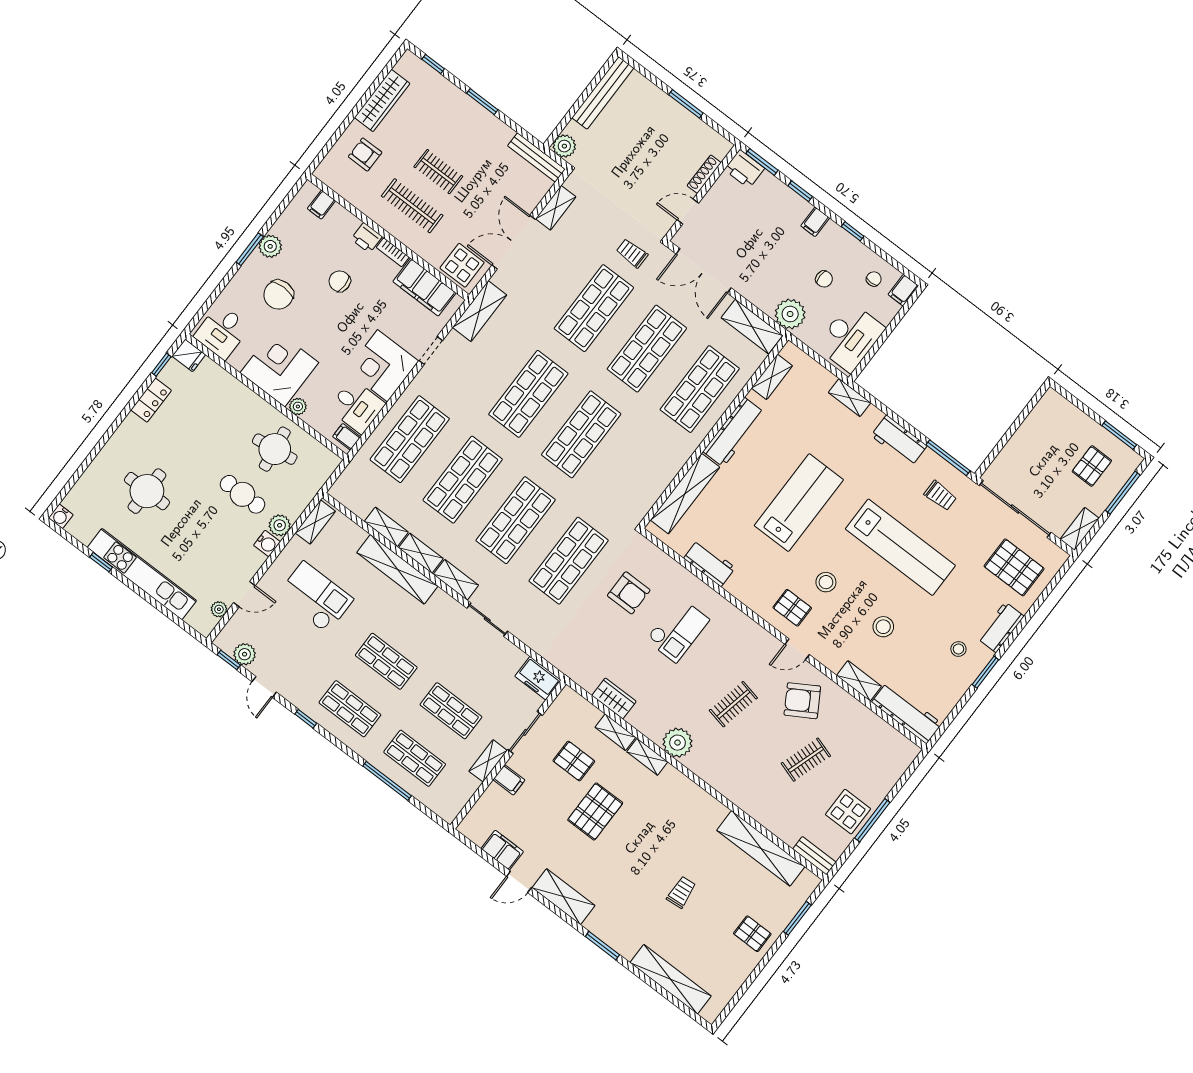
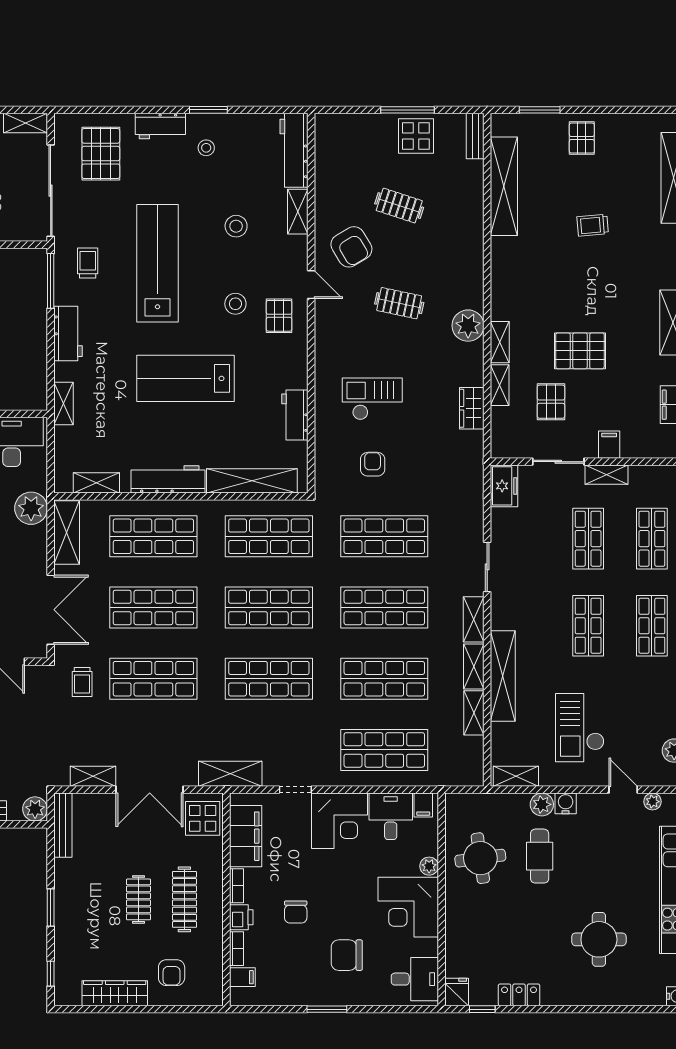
bookcase: (346, 216) -> (237, 949), added
plant: (270, 246) -> (311, 994), removed
chair: (279, 295) -> (347, 955), turned 180
shop shelf: (634, 475) -> (269, 536), added
armchair: (629, 593) -> (373, 464), width x0.72, depth x0.72

